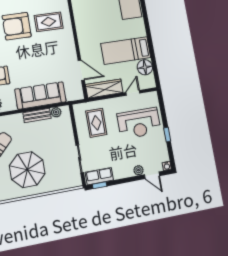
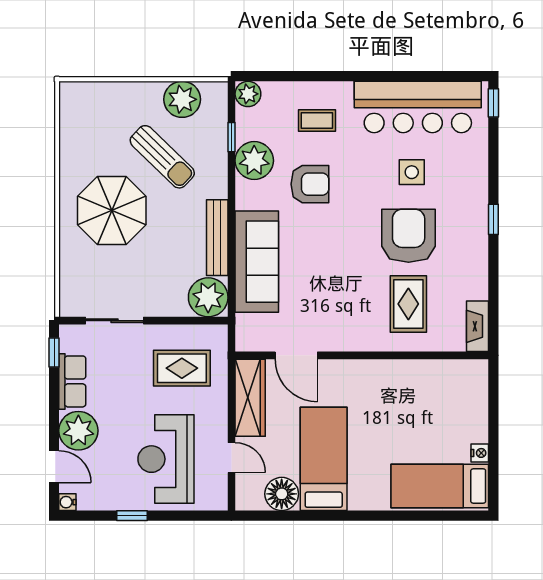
door: (81, 70) -> (296, 355), hinge flipped
plant: (56, 112) -> (208, 297), width x1.88, depth x1.88
bench: (37, 115) -> (217, 238), width x1.36
plant: (139, 170) -> (78, 431), width x1.87, depth x1.87
door: (152, 175) -> (54, 467), swing flipped
row of seats: (99, 176) -> (72, 381), moved

